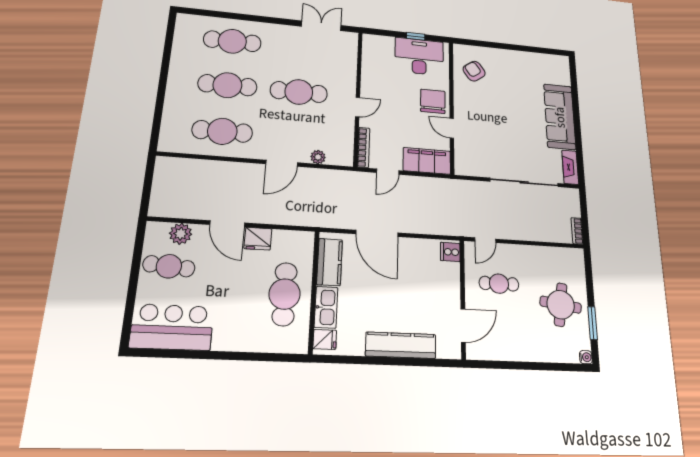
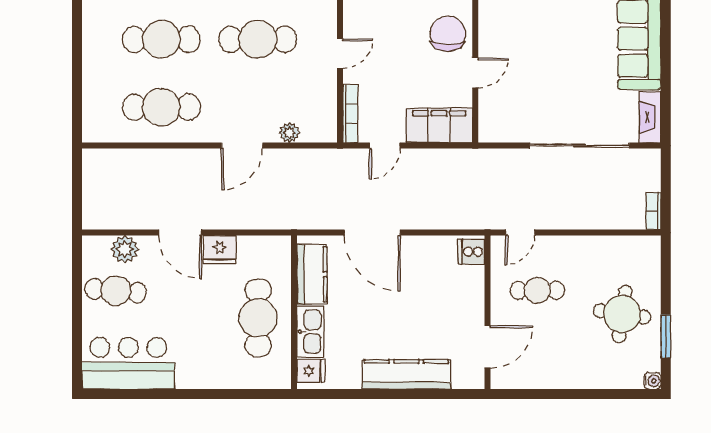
door: (452, 128) -> (475, 73), swing flipped

